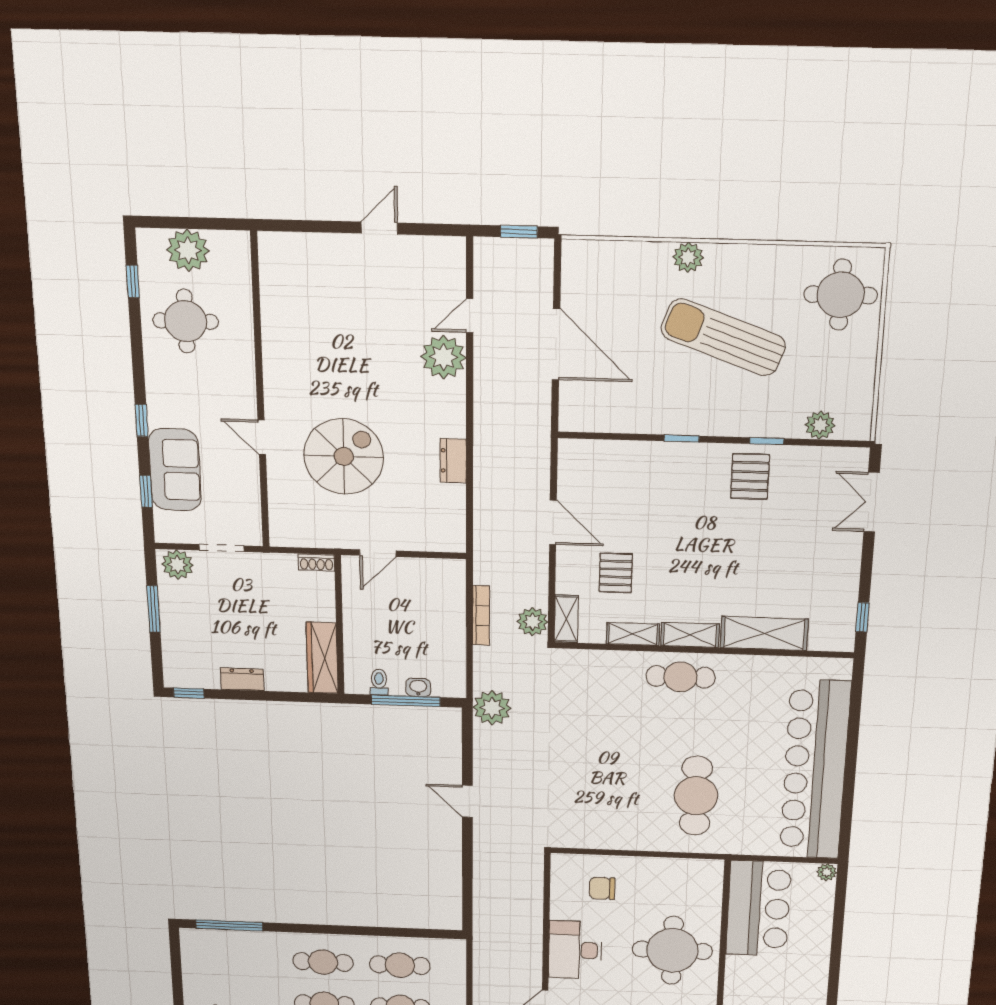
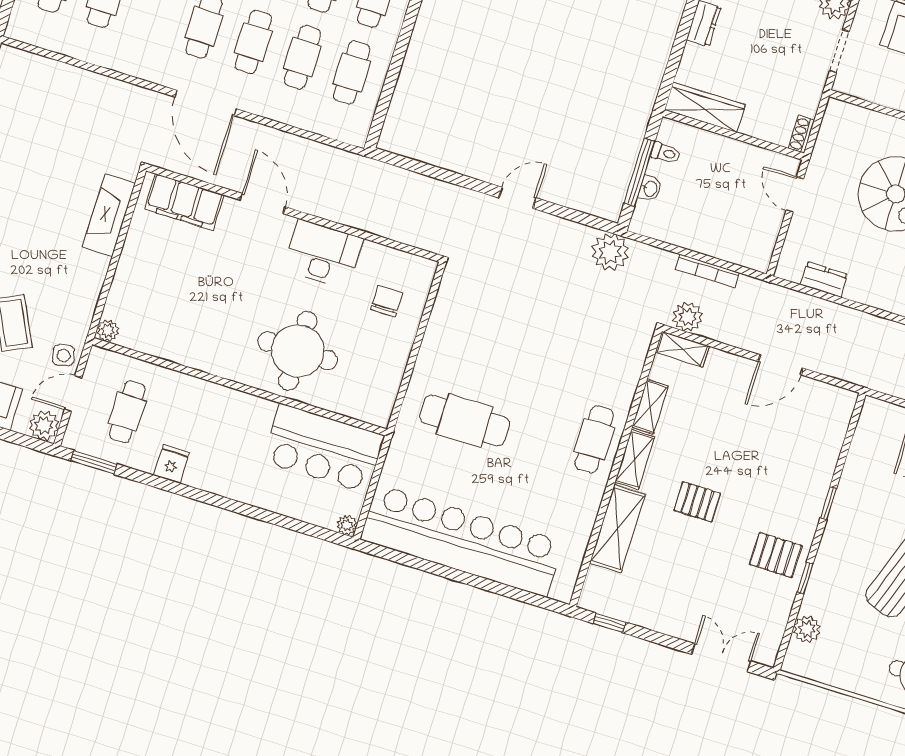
dresser: (453, 461) -> (824, 279), moved
pallet: (616, 573) -> (697, 502), moved

